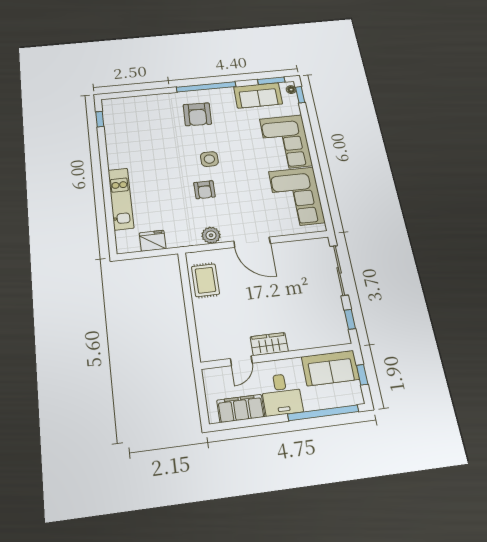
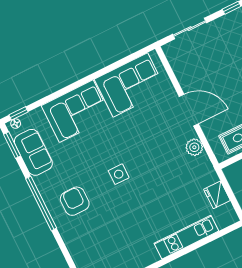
armchair: (197, 114) -> (75, 201), turned -92
armchair: (204, 190) -> (152, 168), removed
door: (252, 242) -> (189, 110), hinge flipped
sliding door: (339, 270) -> (190, 29), width x0.73

